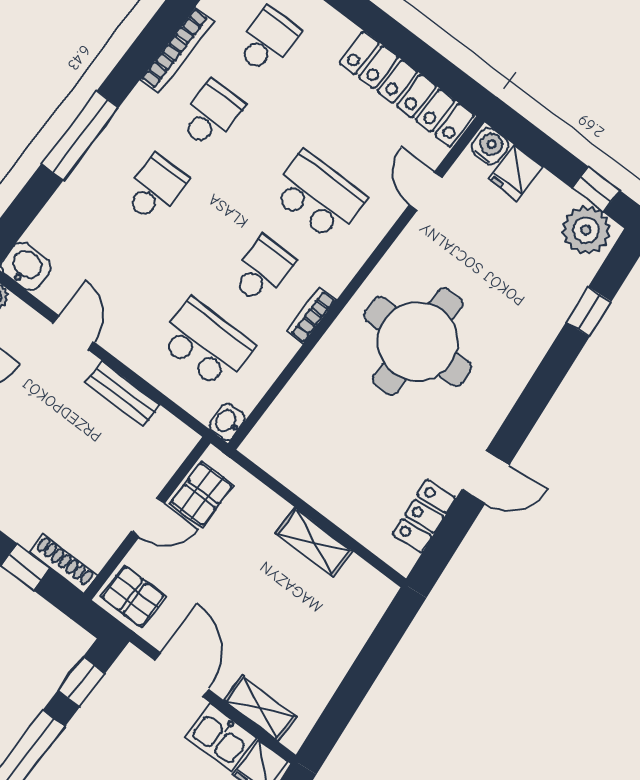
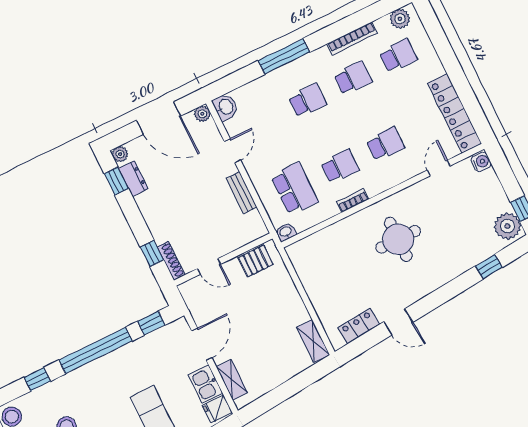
fridge: (516, 173) -> (487, 181), removed
school desk: (318, 196) -> (385, 144), width x0.54
round table: (418, 341) -> (398, 239), width x0.73, depth x0.73
door: (148, 517) -> (209, 266), moved
shelving: (314, 542) -> (313, 341), moved
pallet: (133, 596) -> (197, 294), removed

